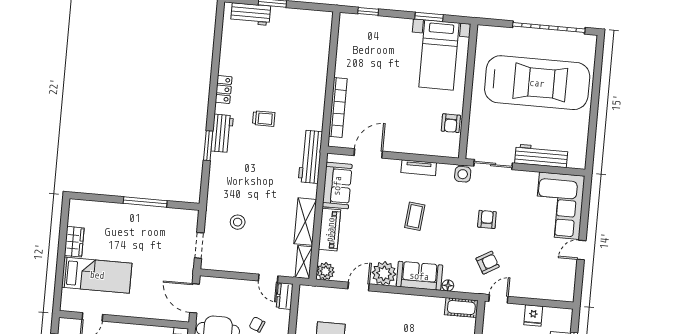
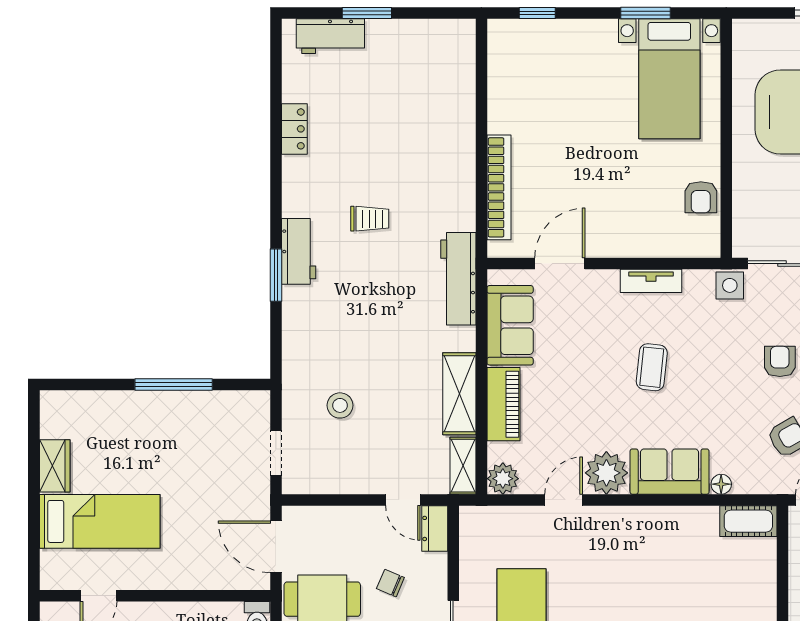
locker: (224, 89) -> (294, 129), moved

